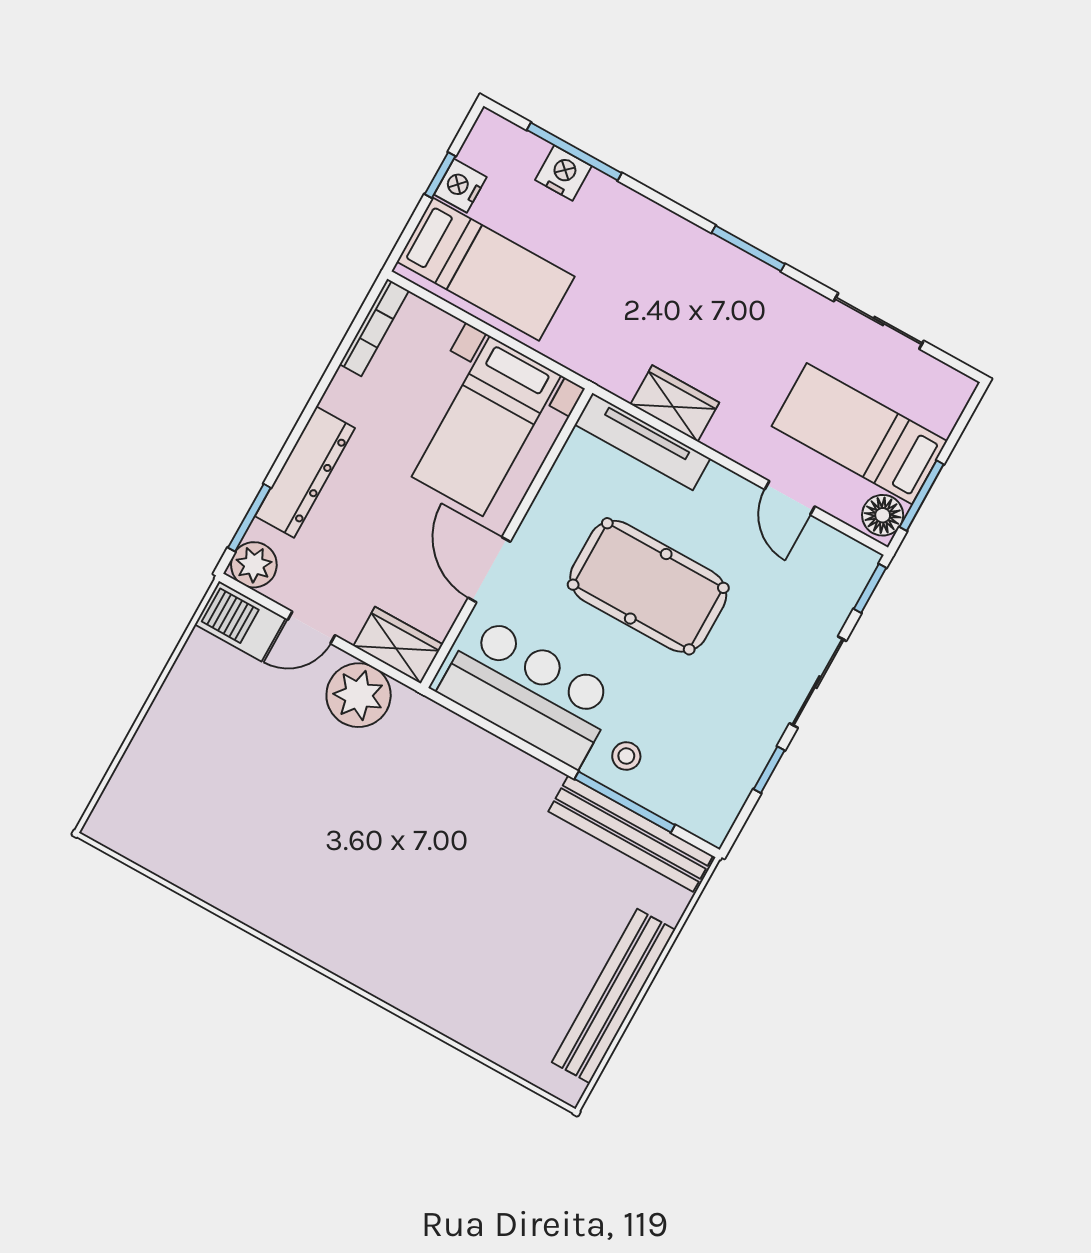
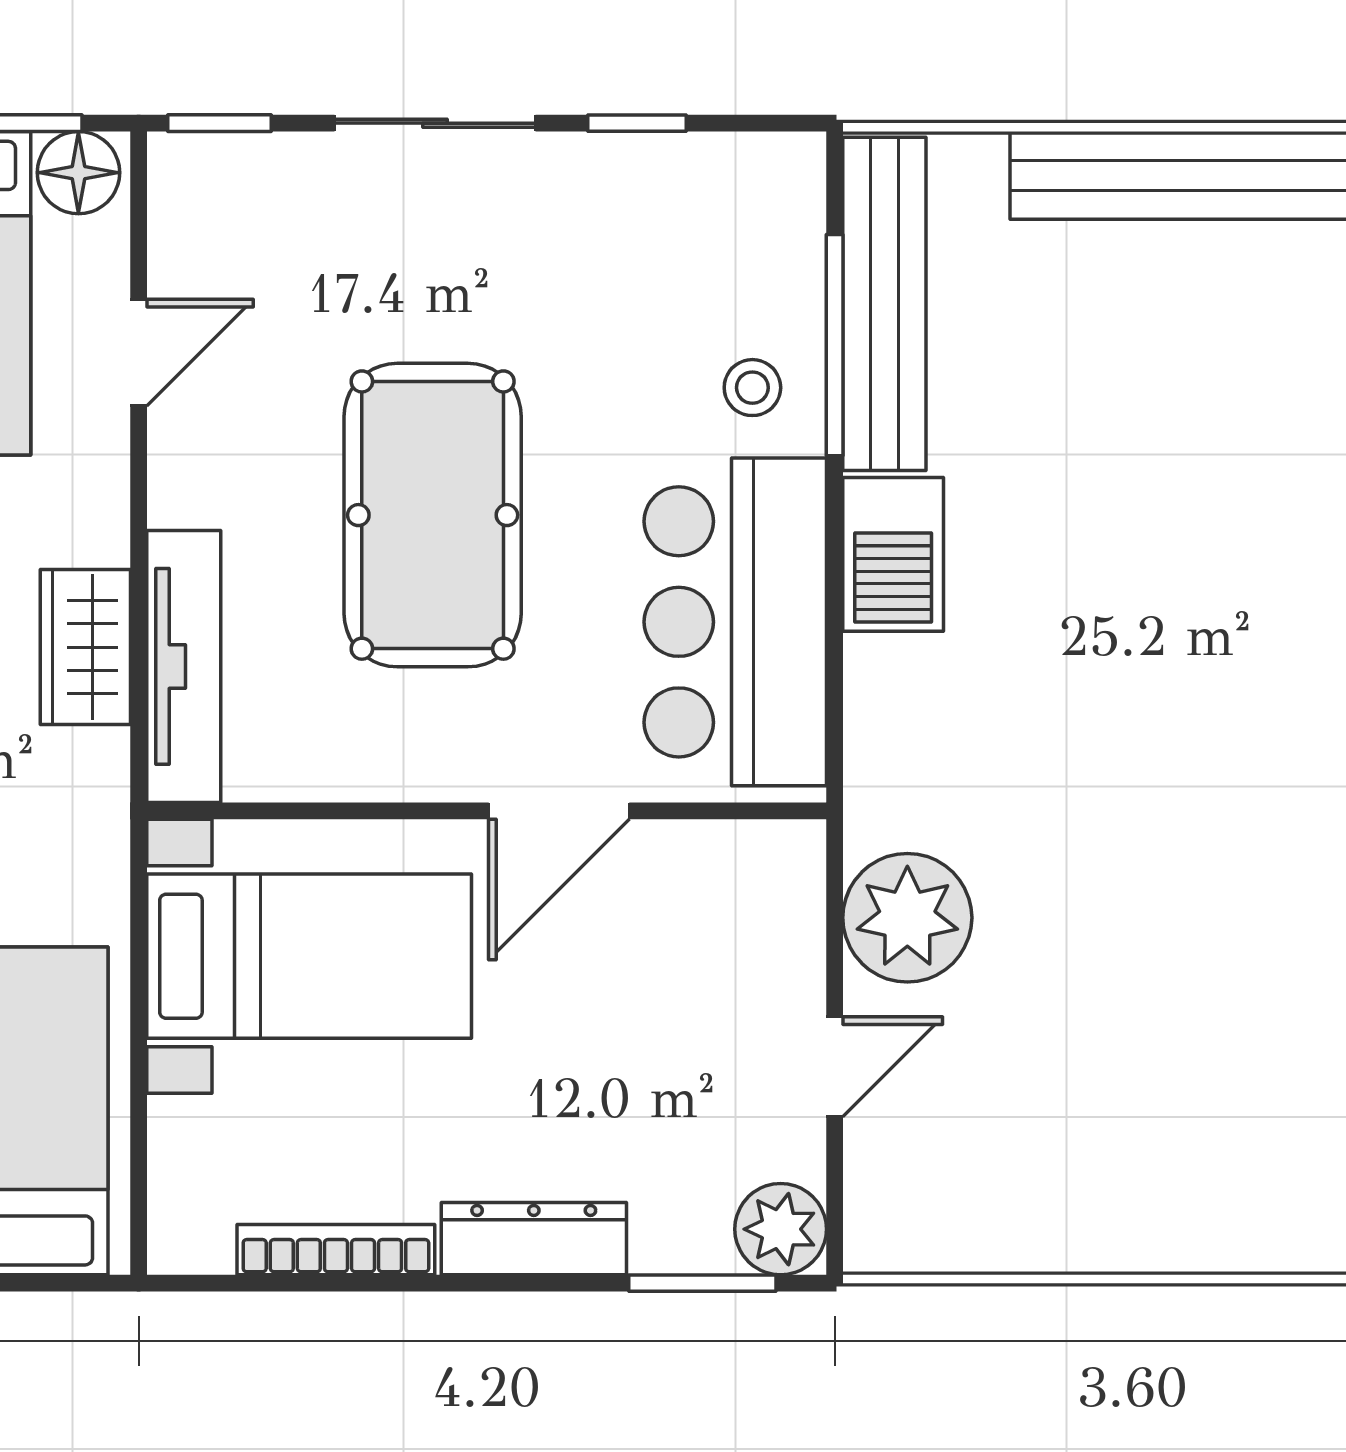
bookcase: (374, 327) -> (336, 1250), moved
dresser: (305, 472) -> (534, 1239), width x0.73, depth x0.80
barbecue: (240, 621) -> (893, 554), moved
door: (311, 628) -> (835, 1067), hinge flipped
wardrobe: (398, 645) -> (781, 897), removed

